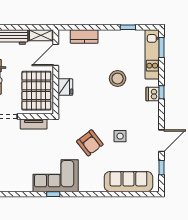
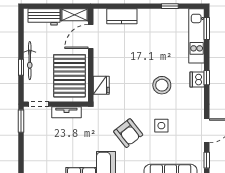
stool: (118, 79) -> (162, 85), moved
fridge: (65, 87) -> (101, 85), moved

